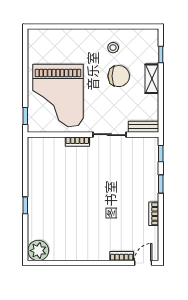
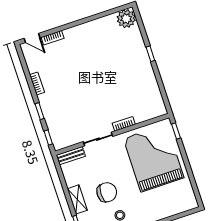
chair: (119, 76) -> (107, 192), turned 180
door: (143, 263) -> (32, 38), hinge flipped

